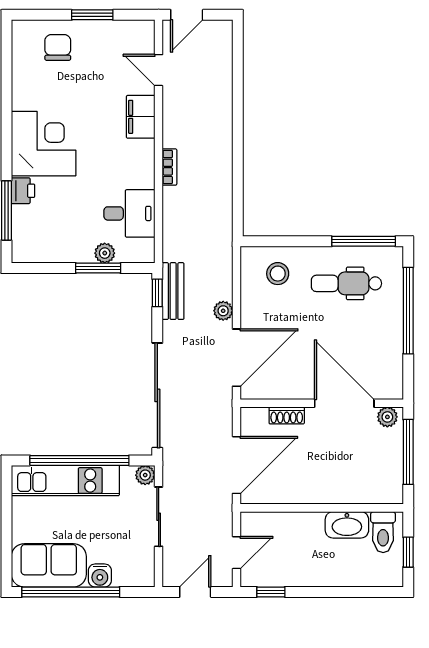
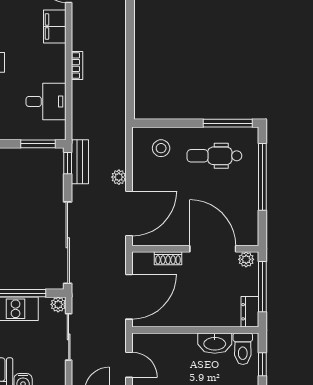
plant: (105, 253) -> (27, 132), removed
window: (98, 268) -> (38, 144), moved
dresser: (392, 484) -> (250, 312), added
door: (237, 553) -> (129, 365), hinge flipped

